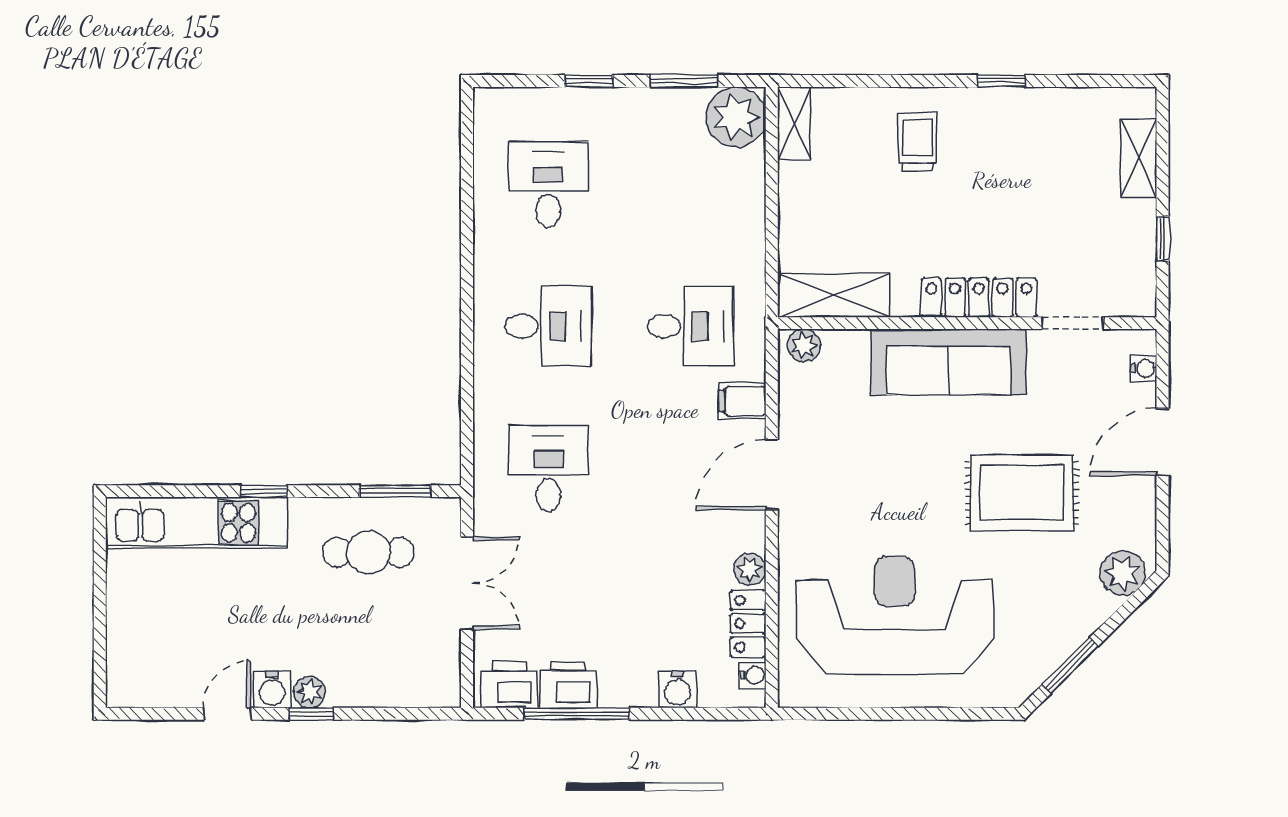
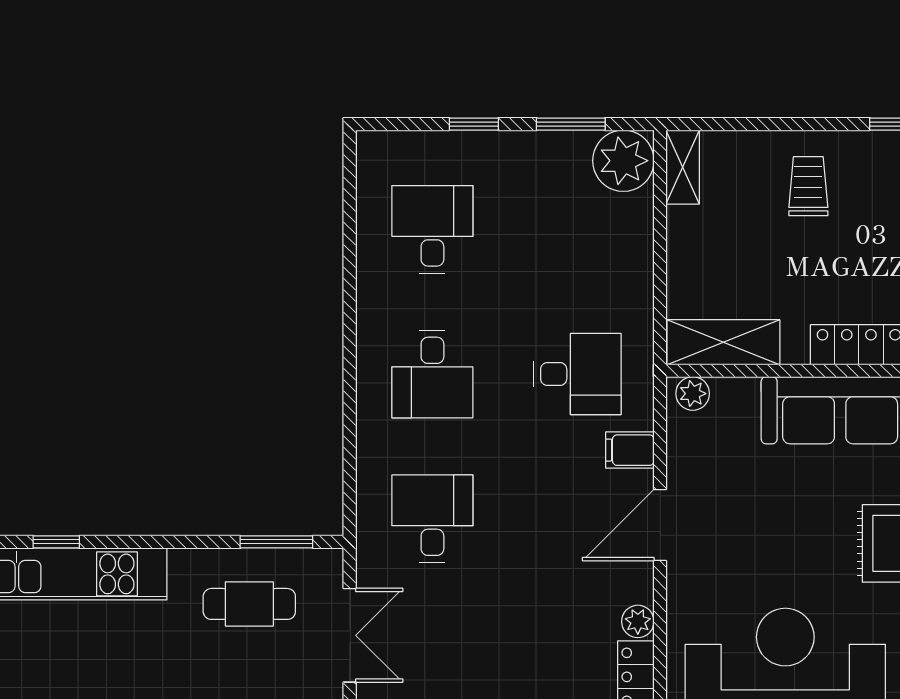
desk: (548, 326) -> (432, 374), turned 90
window: (264, 491) -> (56, 542), moved

